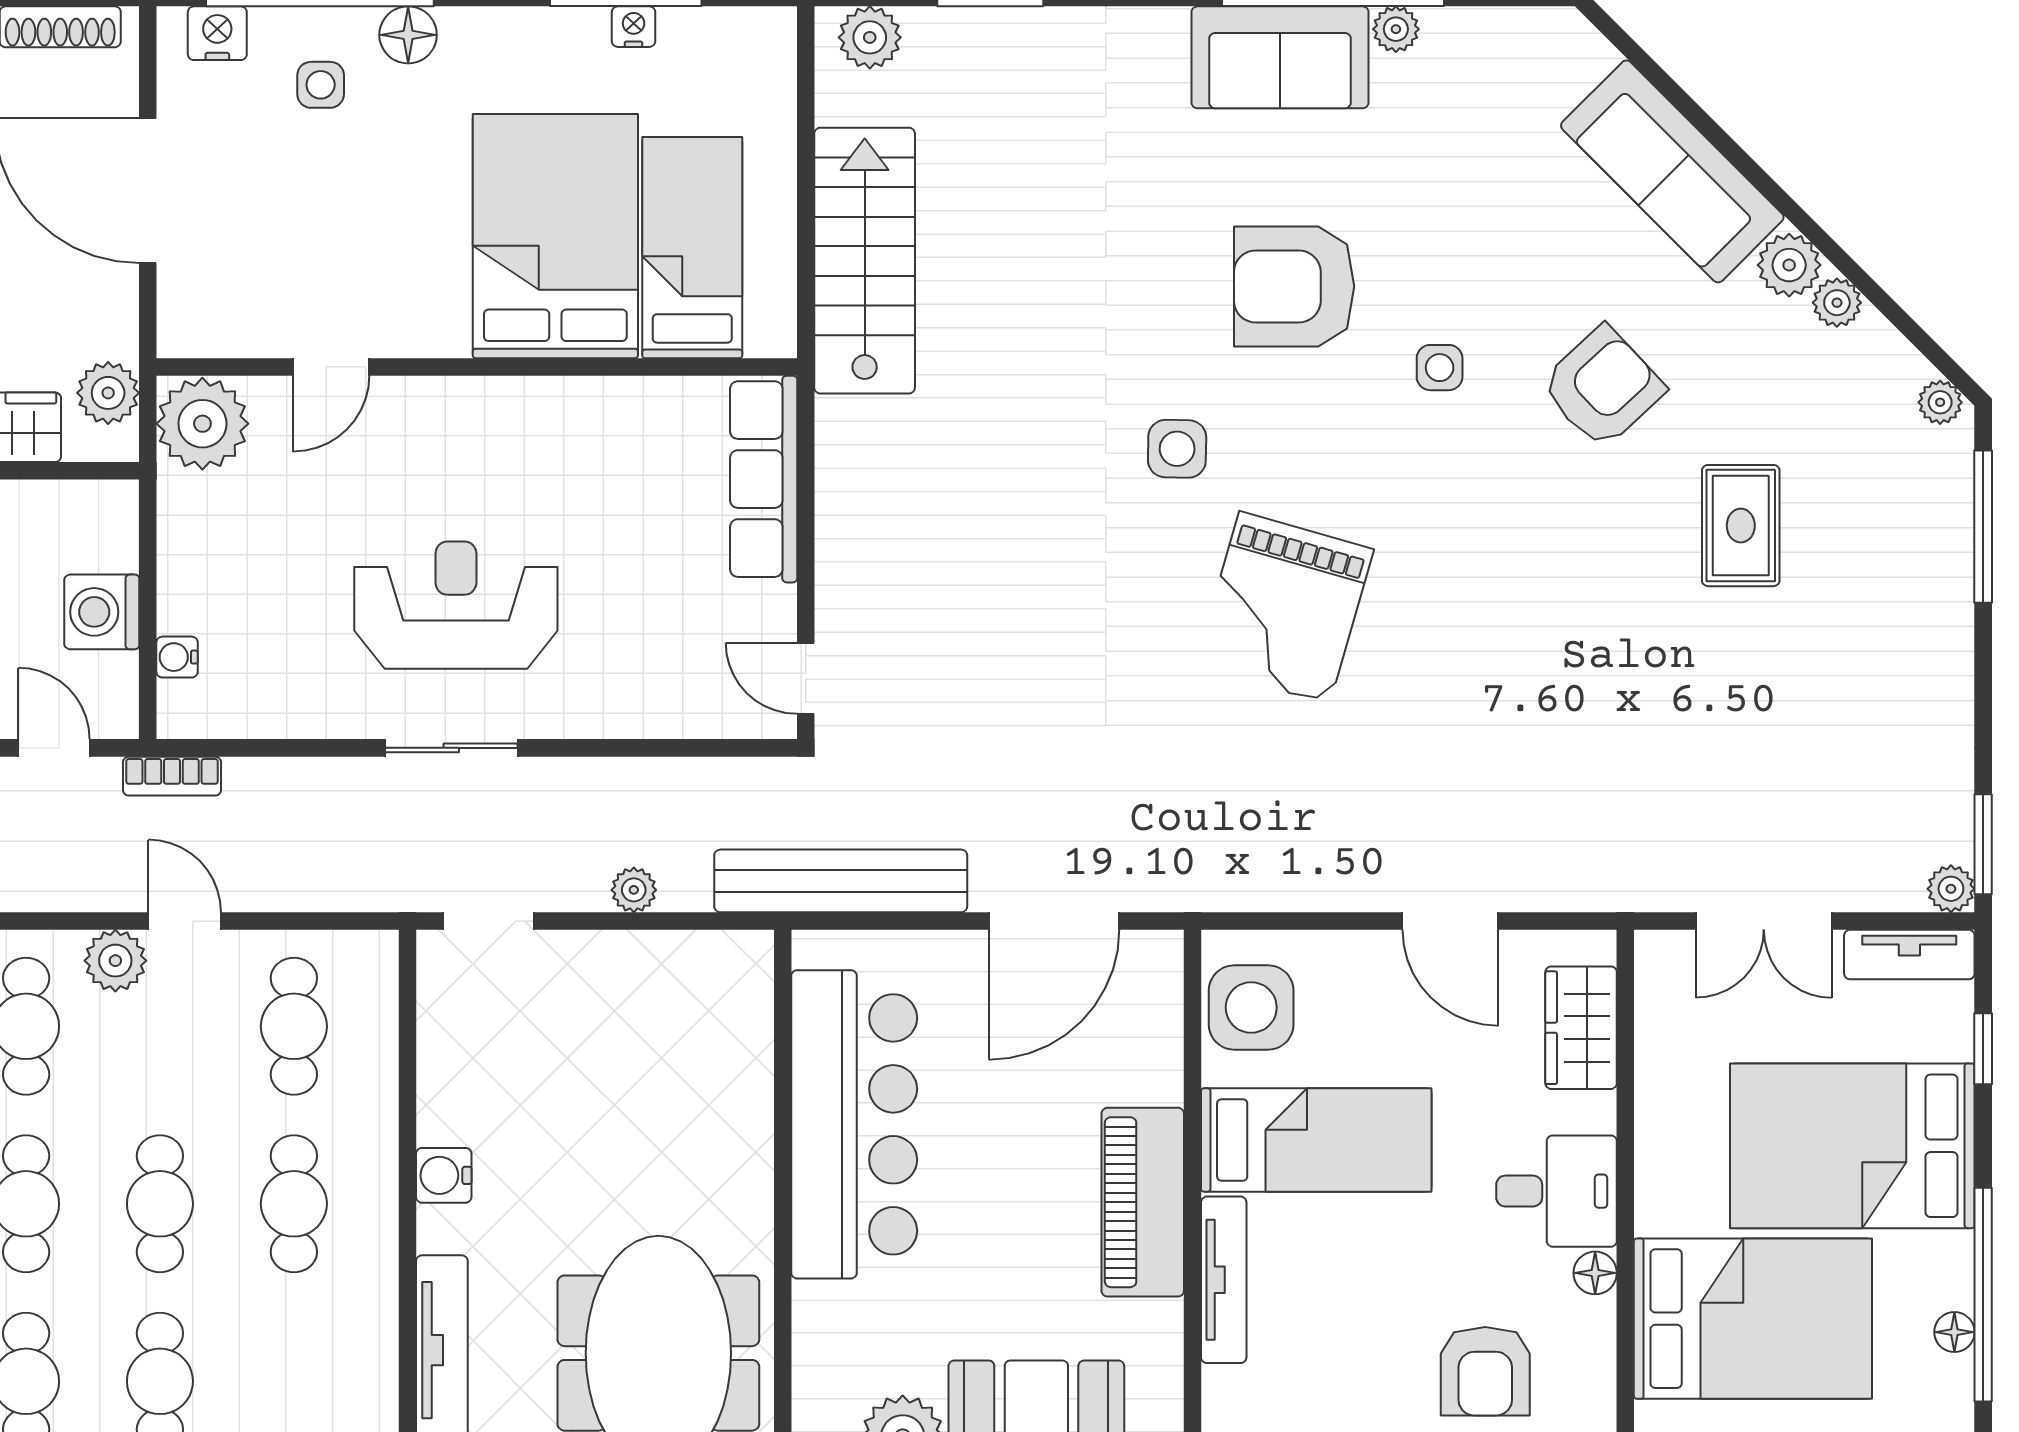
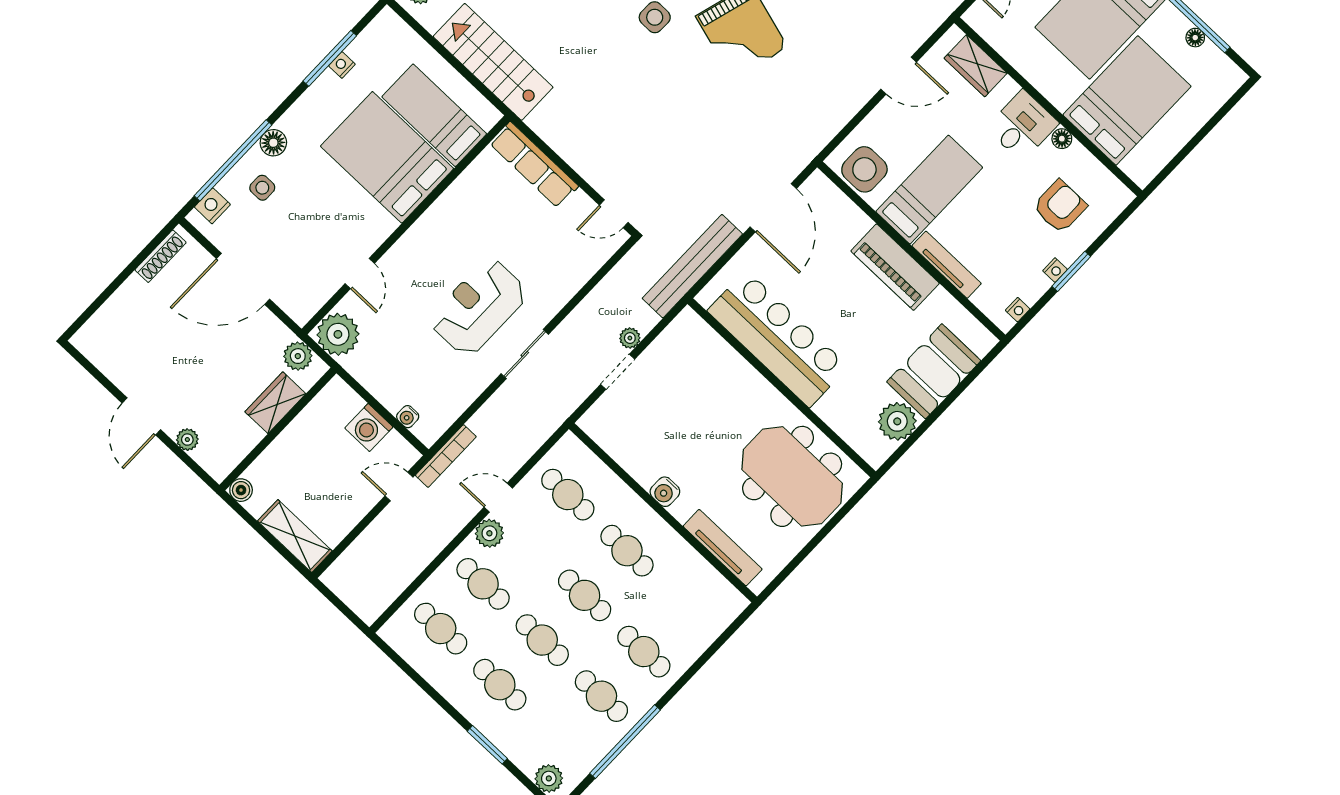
bookcase: (172, 776) -> (446, 456), width x1.56
doorway: (489, 921) -> (618, 372), moved
armchair: (1485, 1371) -> (1060, 206), turned -90

